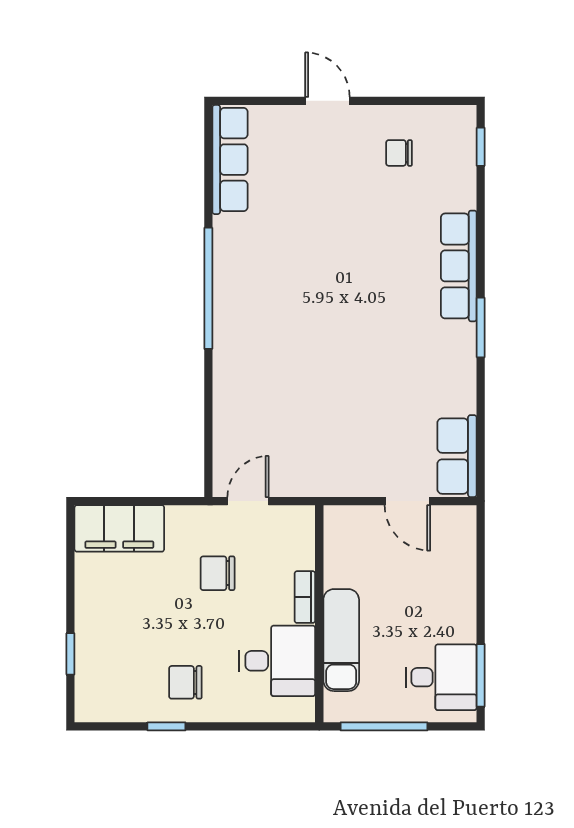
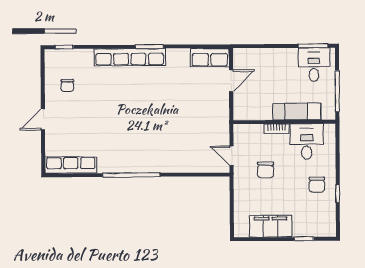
row of seats: (459, 266) -> (130, 57), width x1.36
filing cabinet: (119, 528) -> (271, 226), moved, turned -90

